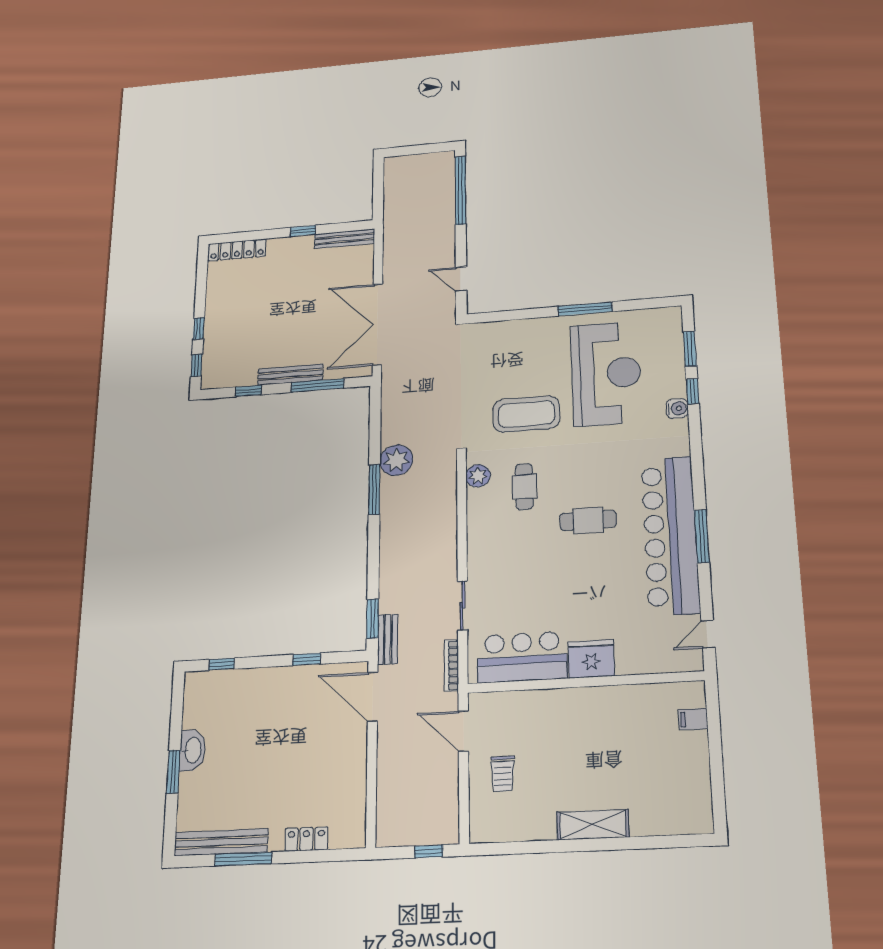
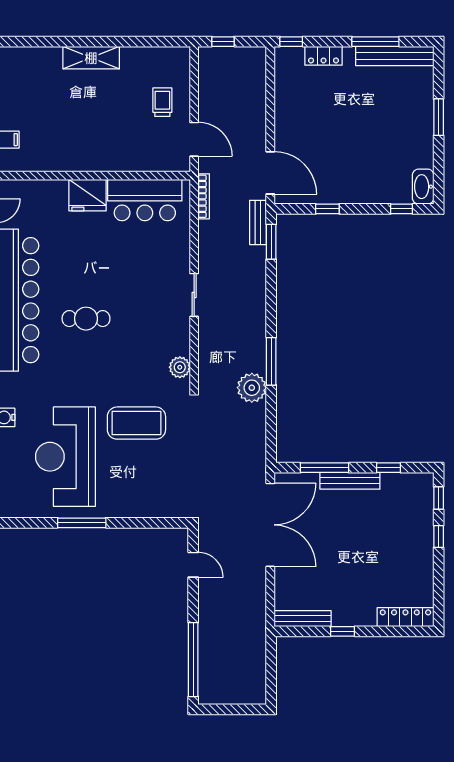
cafe table: (524, 487) -> (140, 354), removed
sliding door: (462, 605) -> (194, 295), moved
washbasin: (192, 750) -> (423, 187), moved
window: (345, 855) -> (291, 42), added

